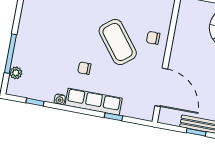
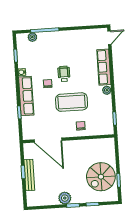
coffee table: (118, 42) -> (72, 102), turned 38
wheelchair: (76, 43) -> (64, 74), added
door: (161, 87) -> (48, 140), hinge flipped

